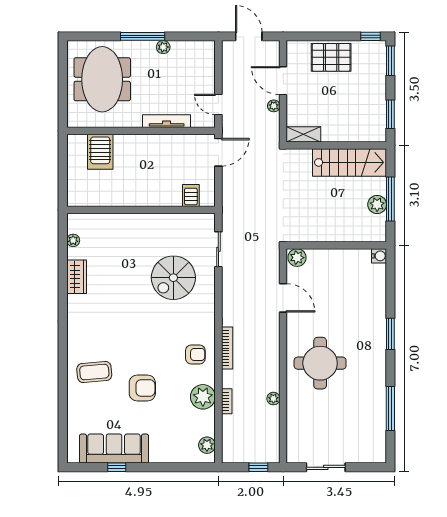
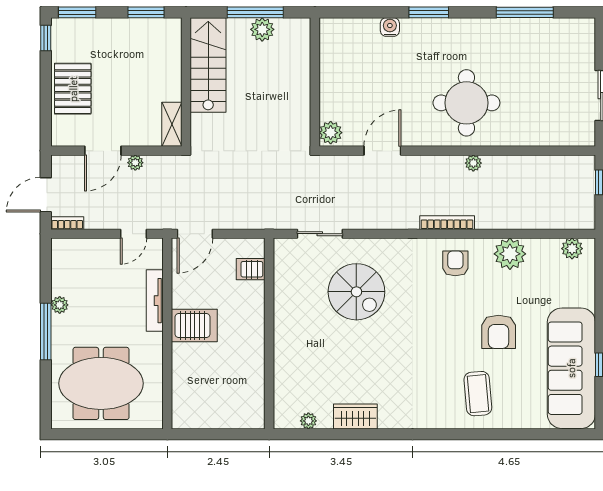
server rack: (100, 152) -> (194, 326), moved
door: (218, 152) -> (195, 234), swing flipped
water cooler: (379, 256) -> (390, 27), moved
armchair: (142, 388) -> (499, 332), turned 180
plant: (273, 399) -> (473, 163), moved
bookcase: (227, 401) -> (67, 223), moved
sofa: (114, 449) -> (571, 368), width x1.36, depth x1.27

